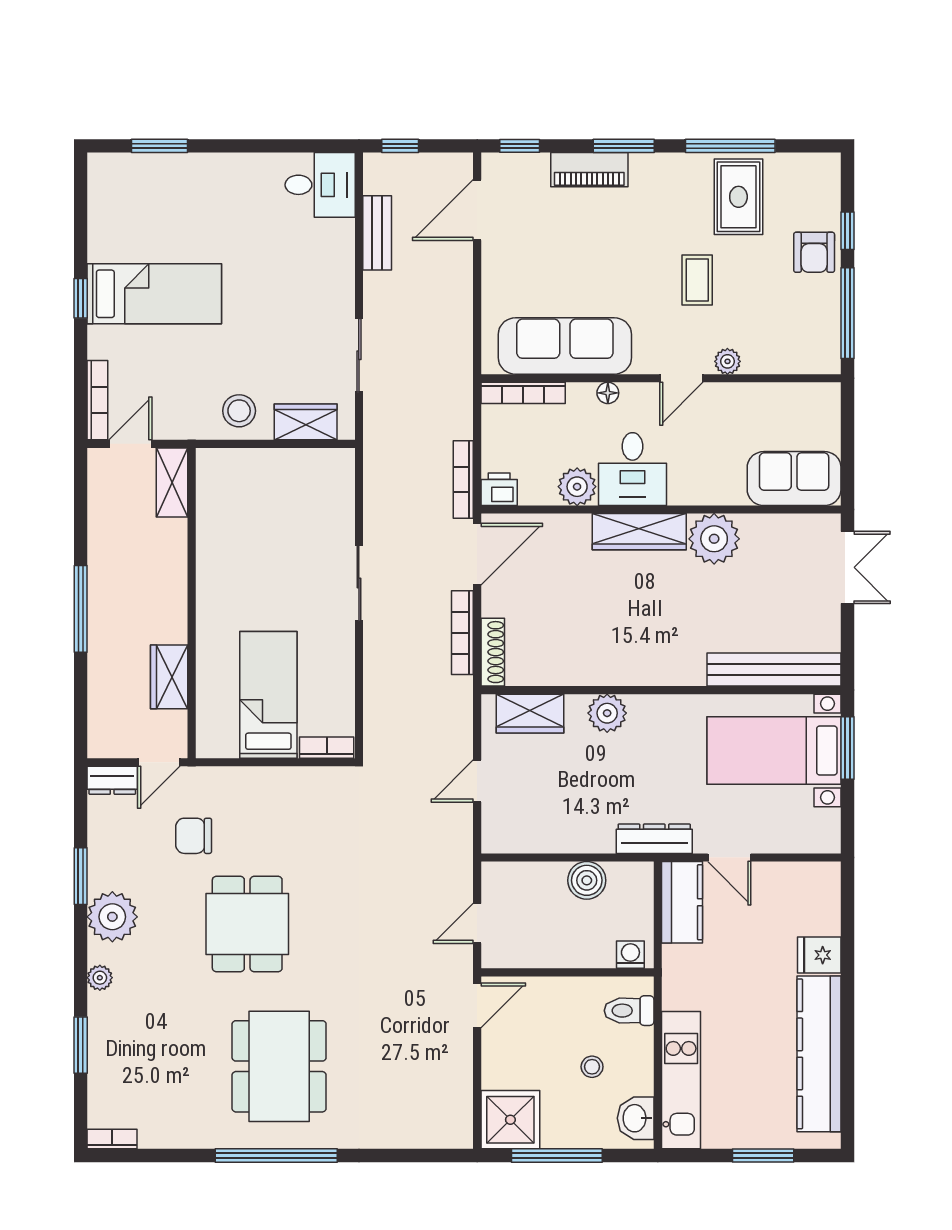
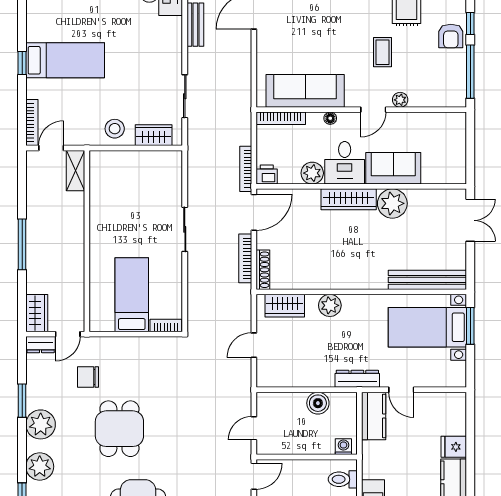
sofa: (794, 479) -> (393, 168), moved
wardrobe: (169, 677) -> (37, 313), moved, turned 180
plant: (100, 978) -> (40, 467), width x1.87, depth x1.87

